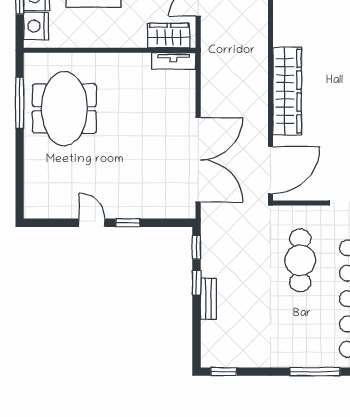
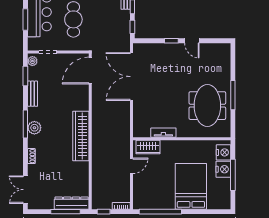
tv unit: (174, 61) -> (163, 133), moved
wardrobe: (287, 91) -> (81, 136), moved
window: (20, 103) -> (233, 95), moved

